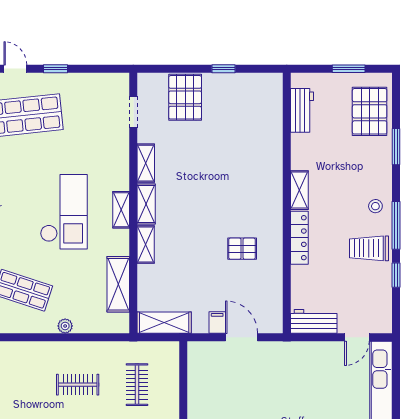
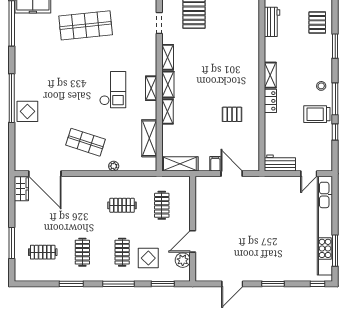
pallet: (370, 111) -> (317, 23), width x0.67, depth x0.71
checkout: (64, 212) -> (113, 90), width x0.73, depth x0.83
locker: (299, 238) -> (270, 101), width x0.66

